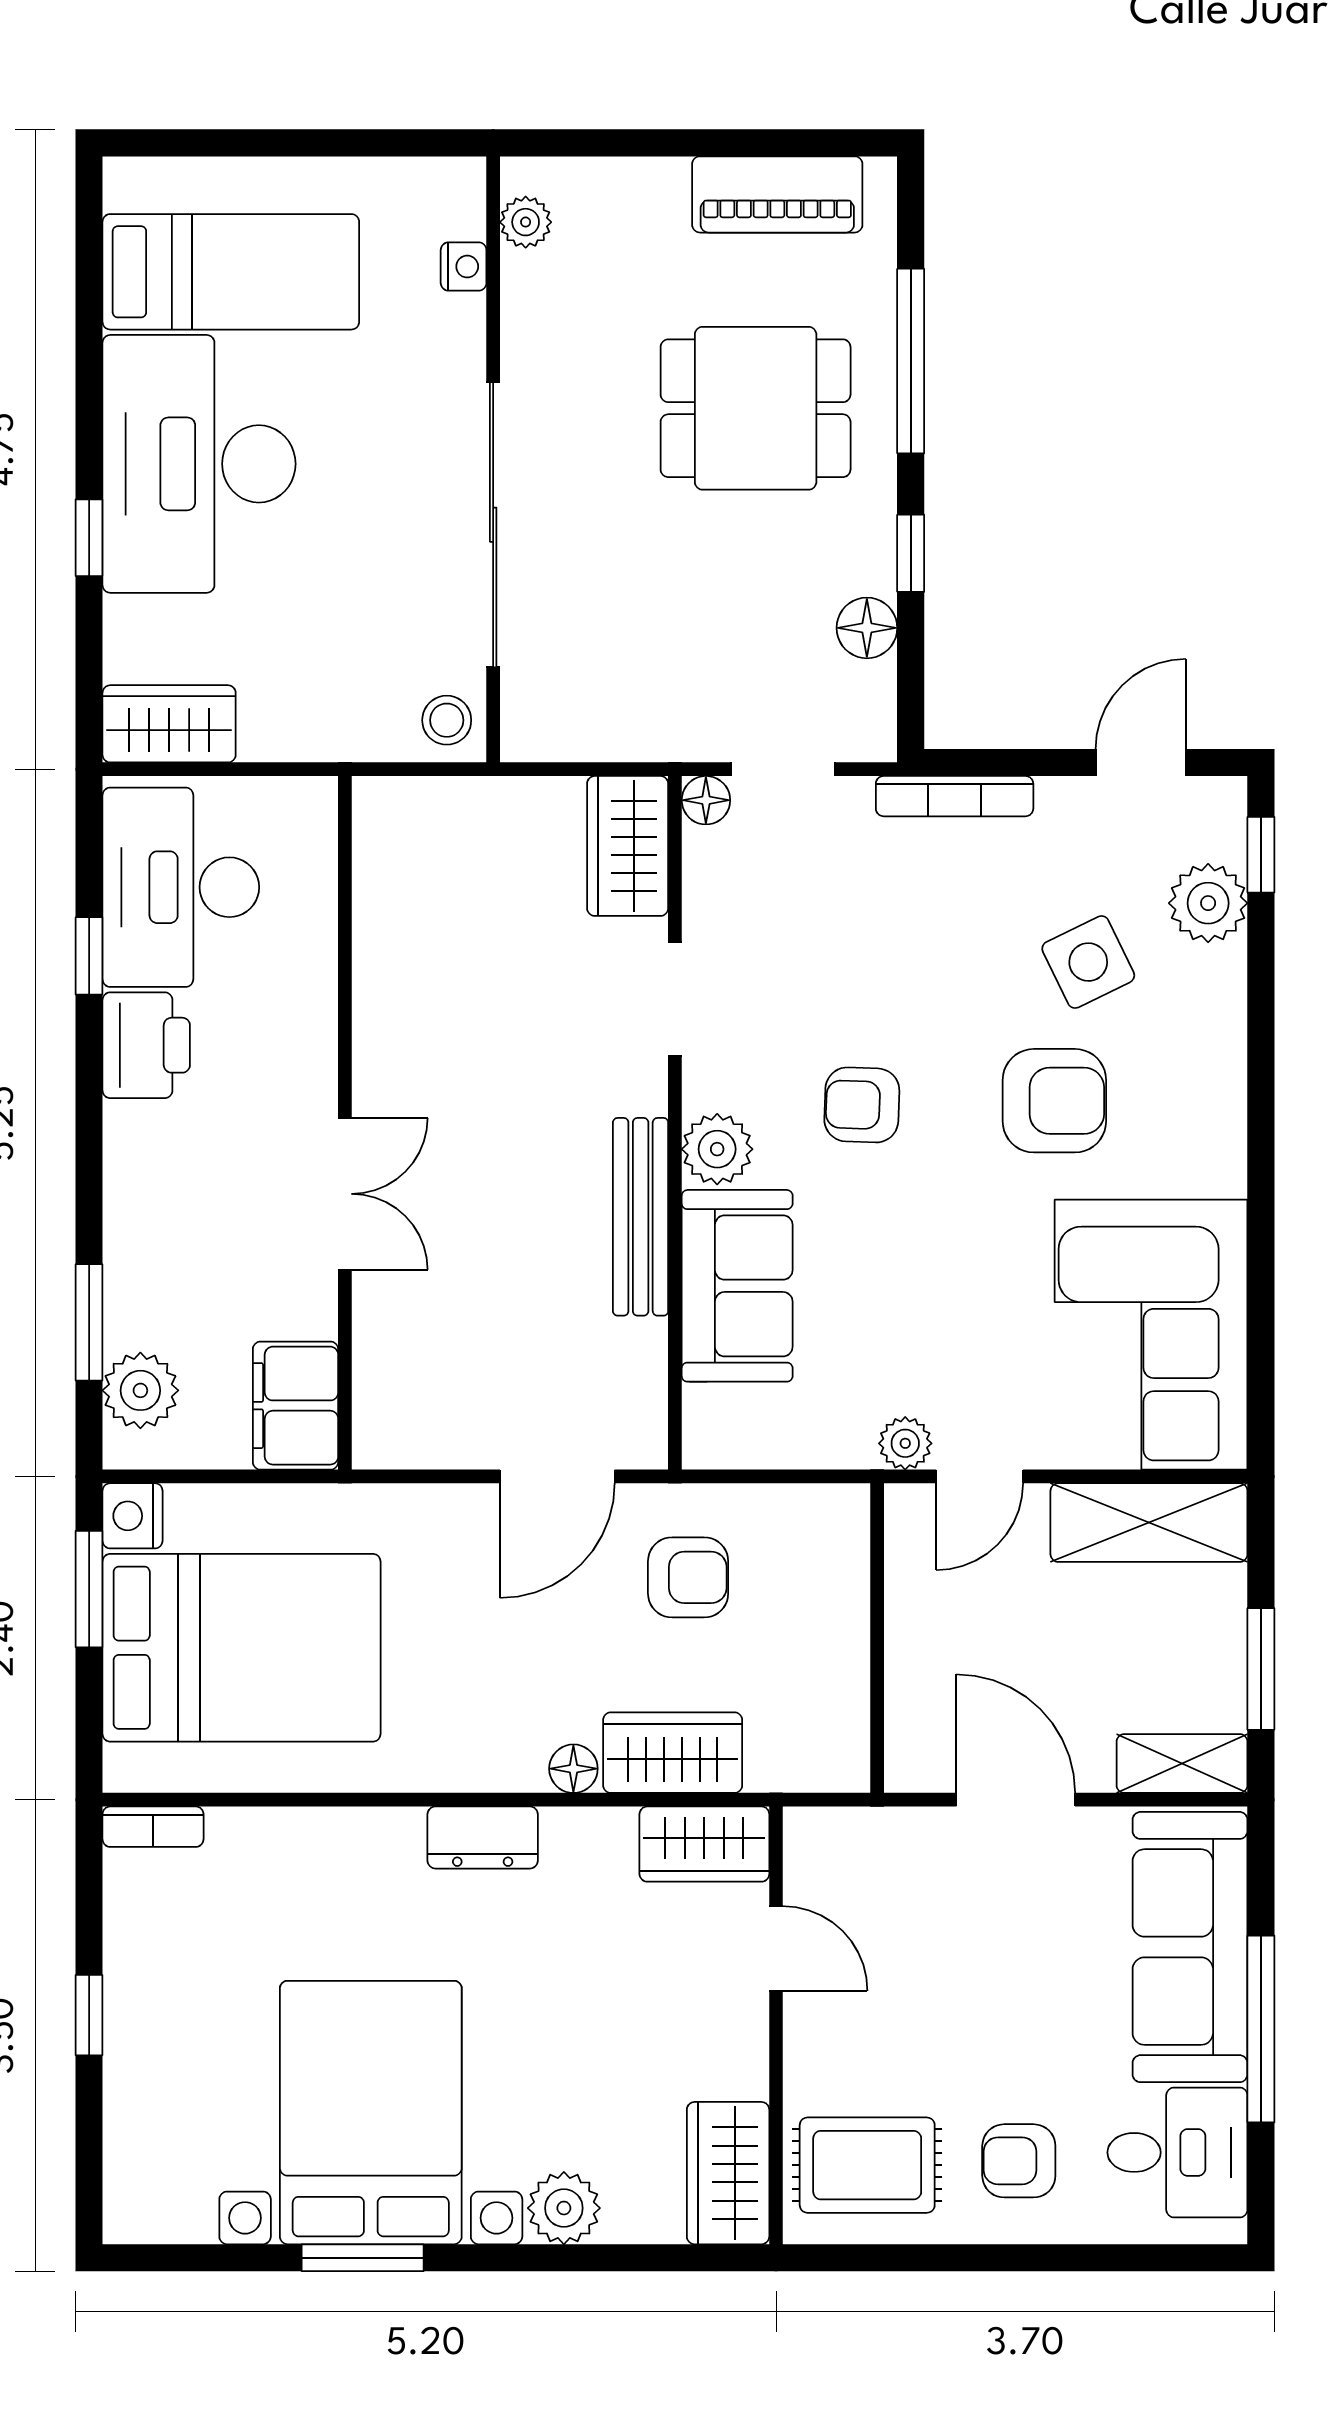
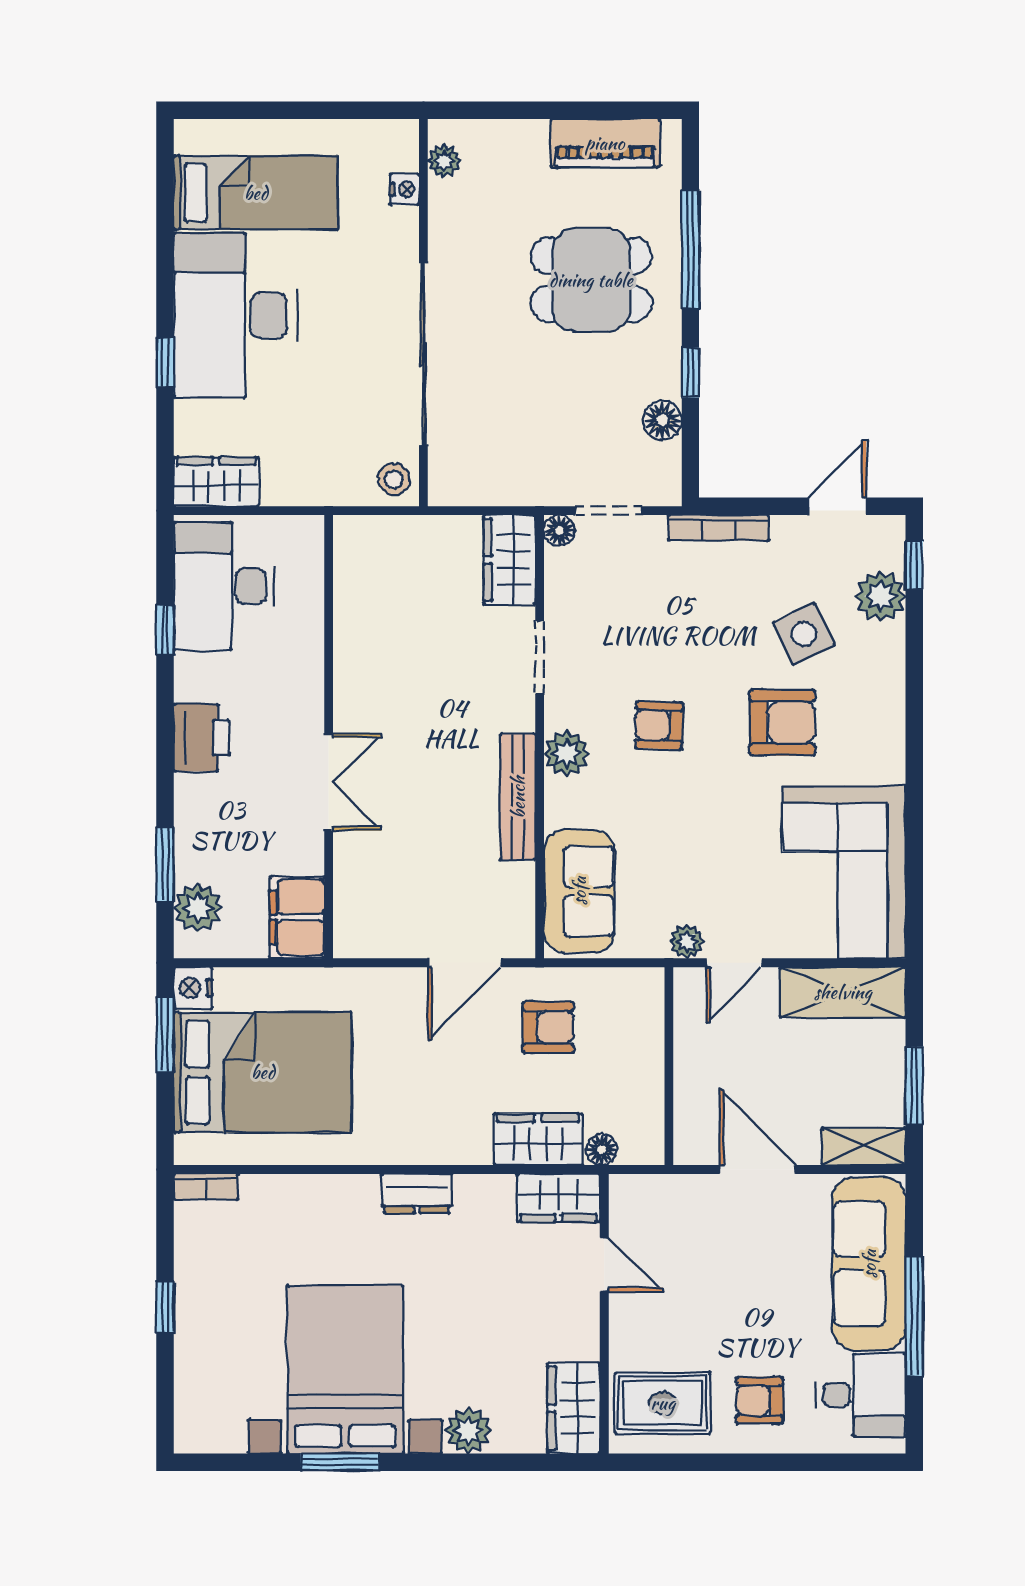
printer: (146, 1045) -> (202, 738), moved
sofa: (737, 1286) -> (579, 891), moved
floor lamp: (573, 1769) -> (602, 1150), moved

